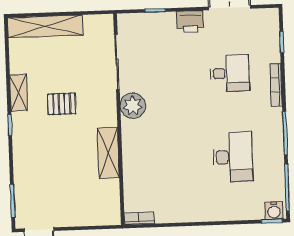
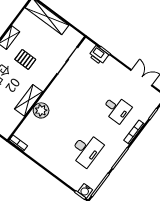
printer: (190, 22) -> (99, 55), moved
plant: (133, 106) -> (41, 110), moved

